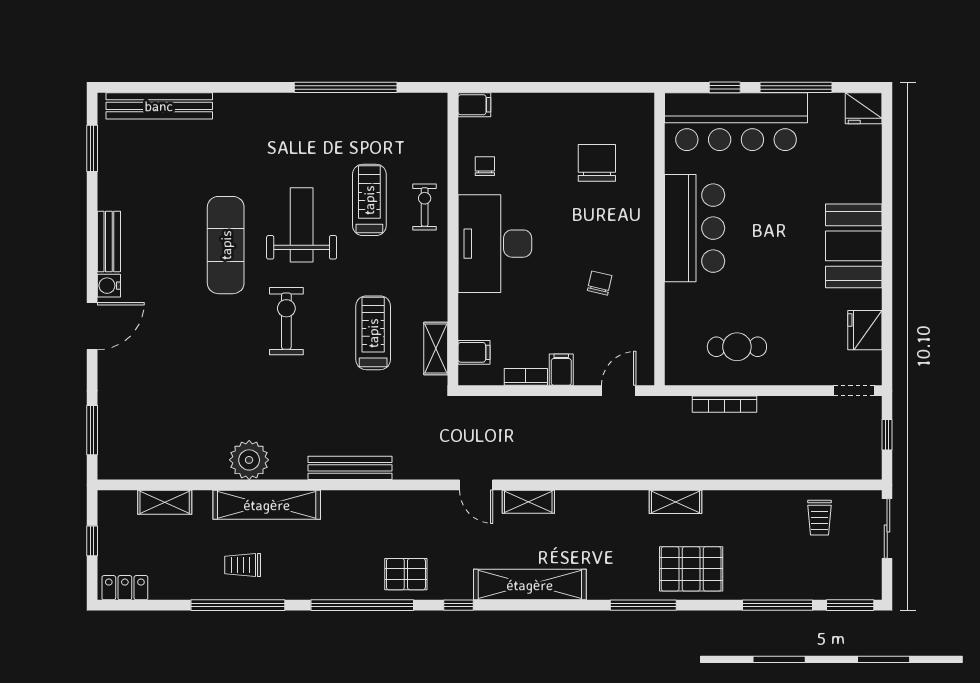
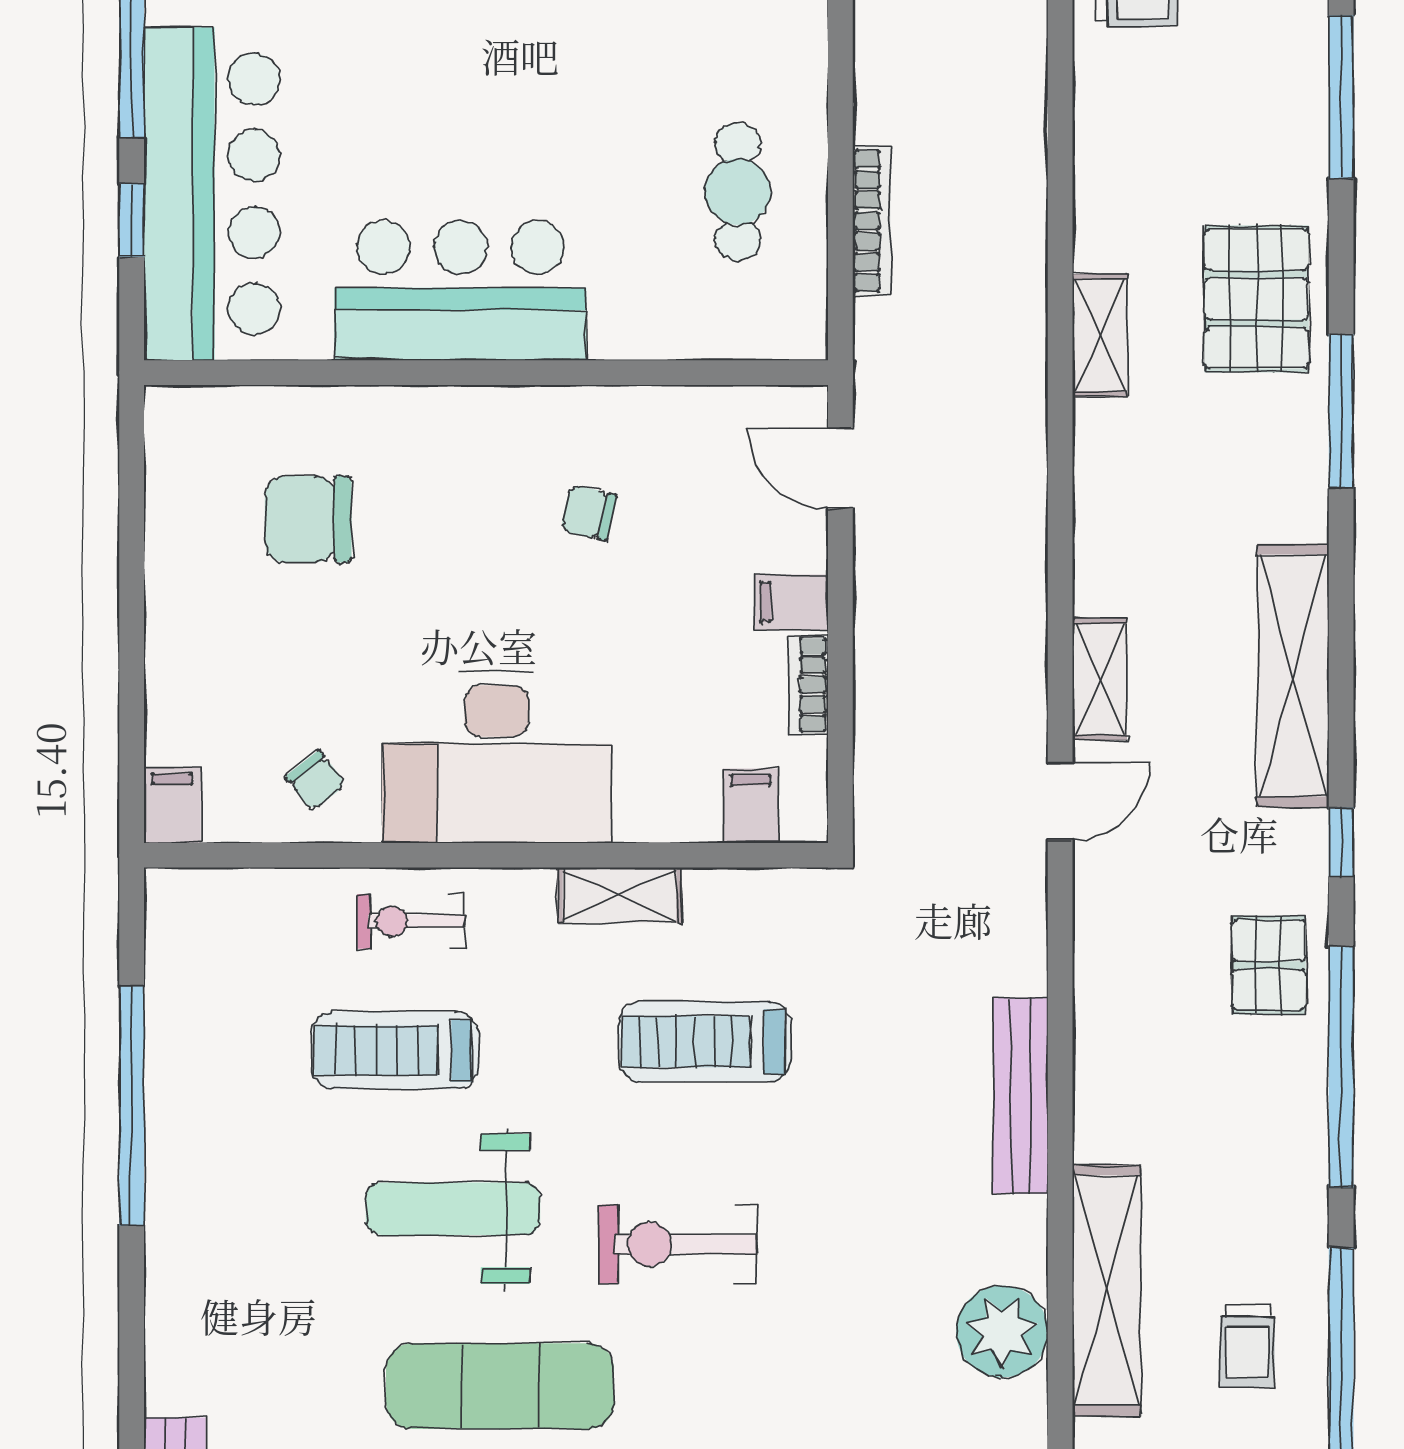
chair: (485, 166) -> (316, 780), turned -128
shelving: (436, 348) -> (619, 895), moved

